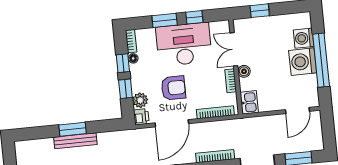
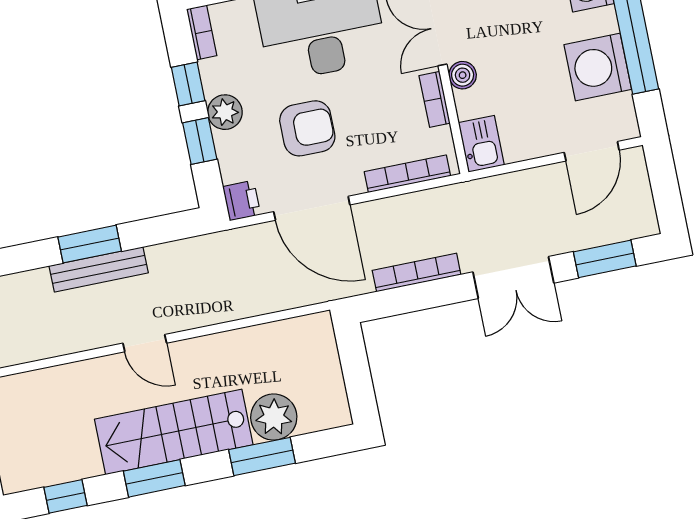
floor lamp: (133, 58) -> (210, 71), removed
washing machine: (303, 62) -> (598, 67), moved
plant: (140, 100) -> (225, 112), moved
door: (172, 123) -> (312, 208), hinge flipped

